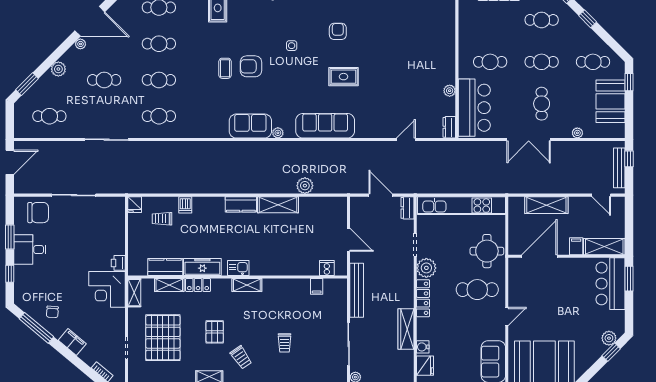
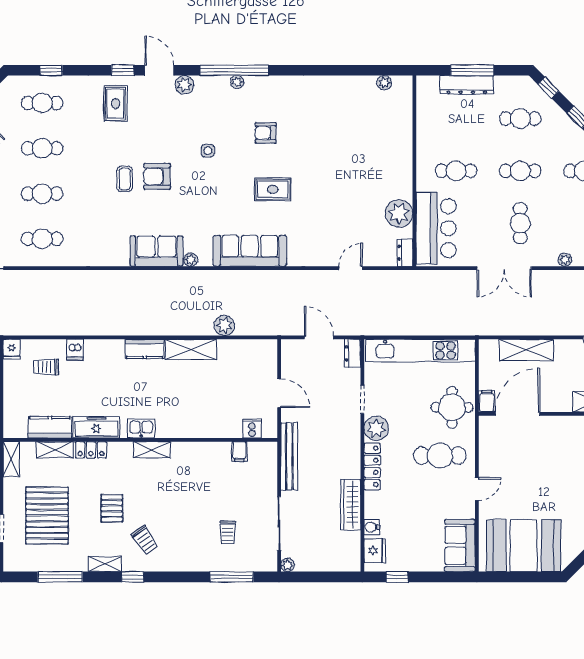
armchair: (338, 31) -> (266, 133), turned -90
plant: (450, 91) -> (399, 213), width x1.88, depth x1.88
filing cabinet: (576, 246) -> (487, 401), moved
trolley: (284, 343) -> (228, 533), moved

